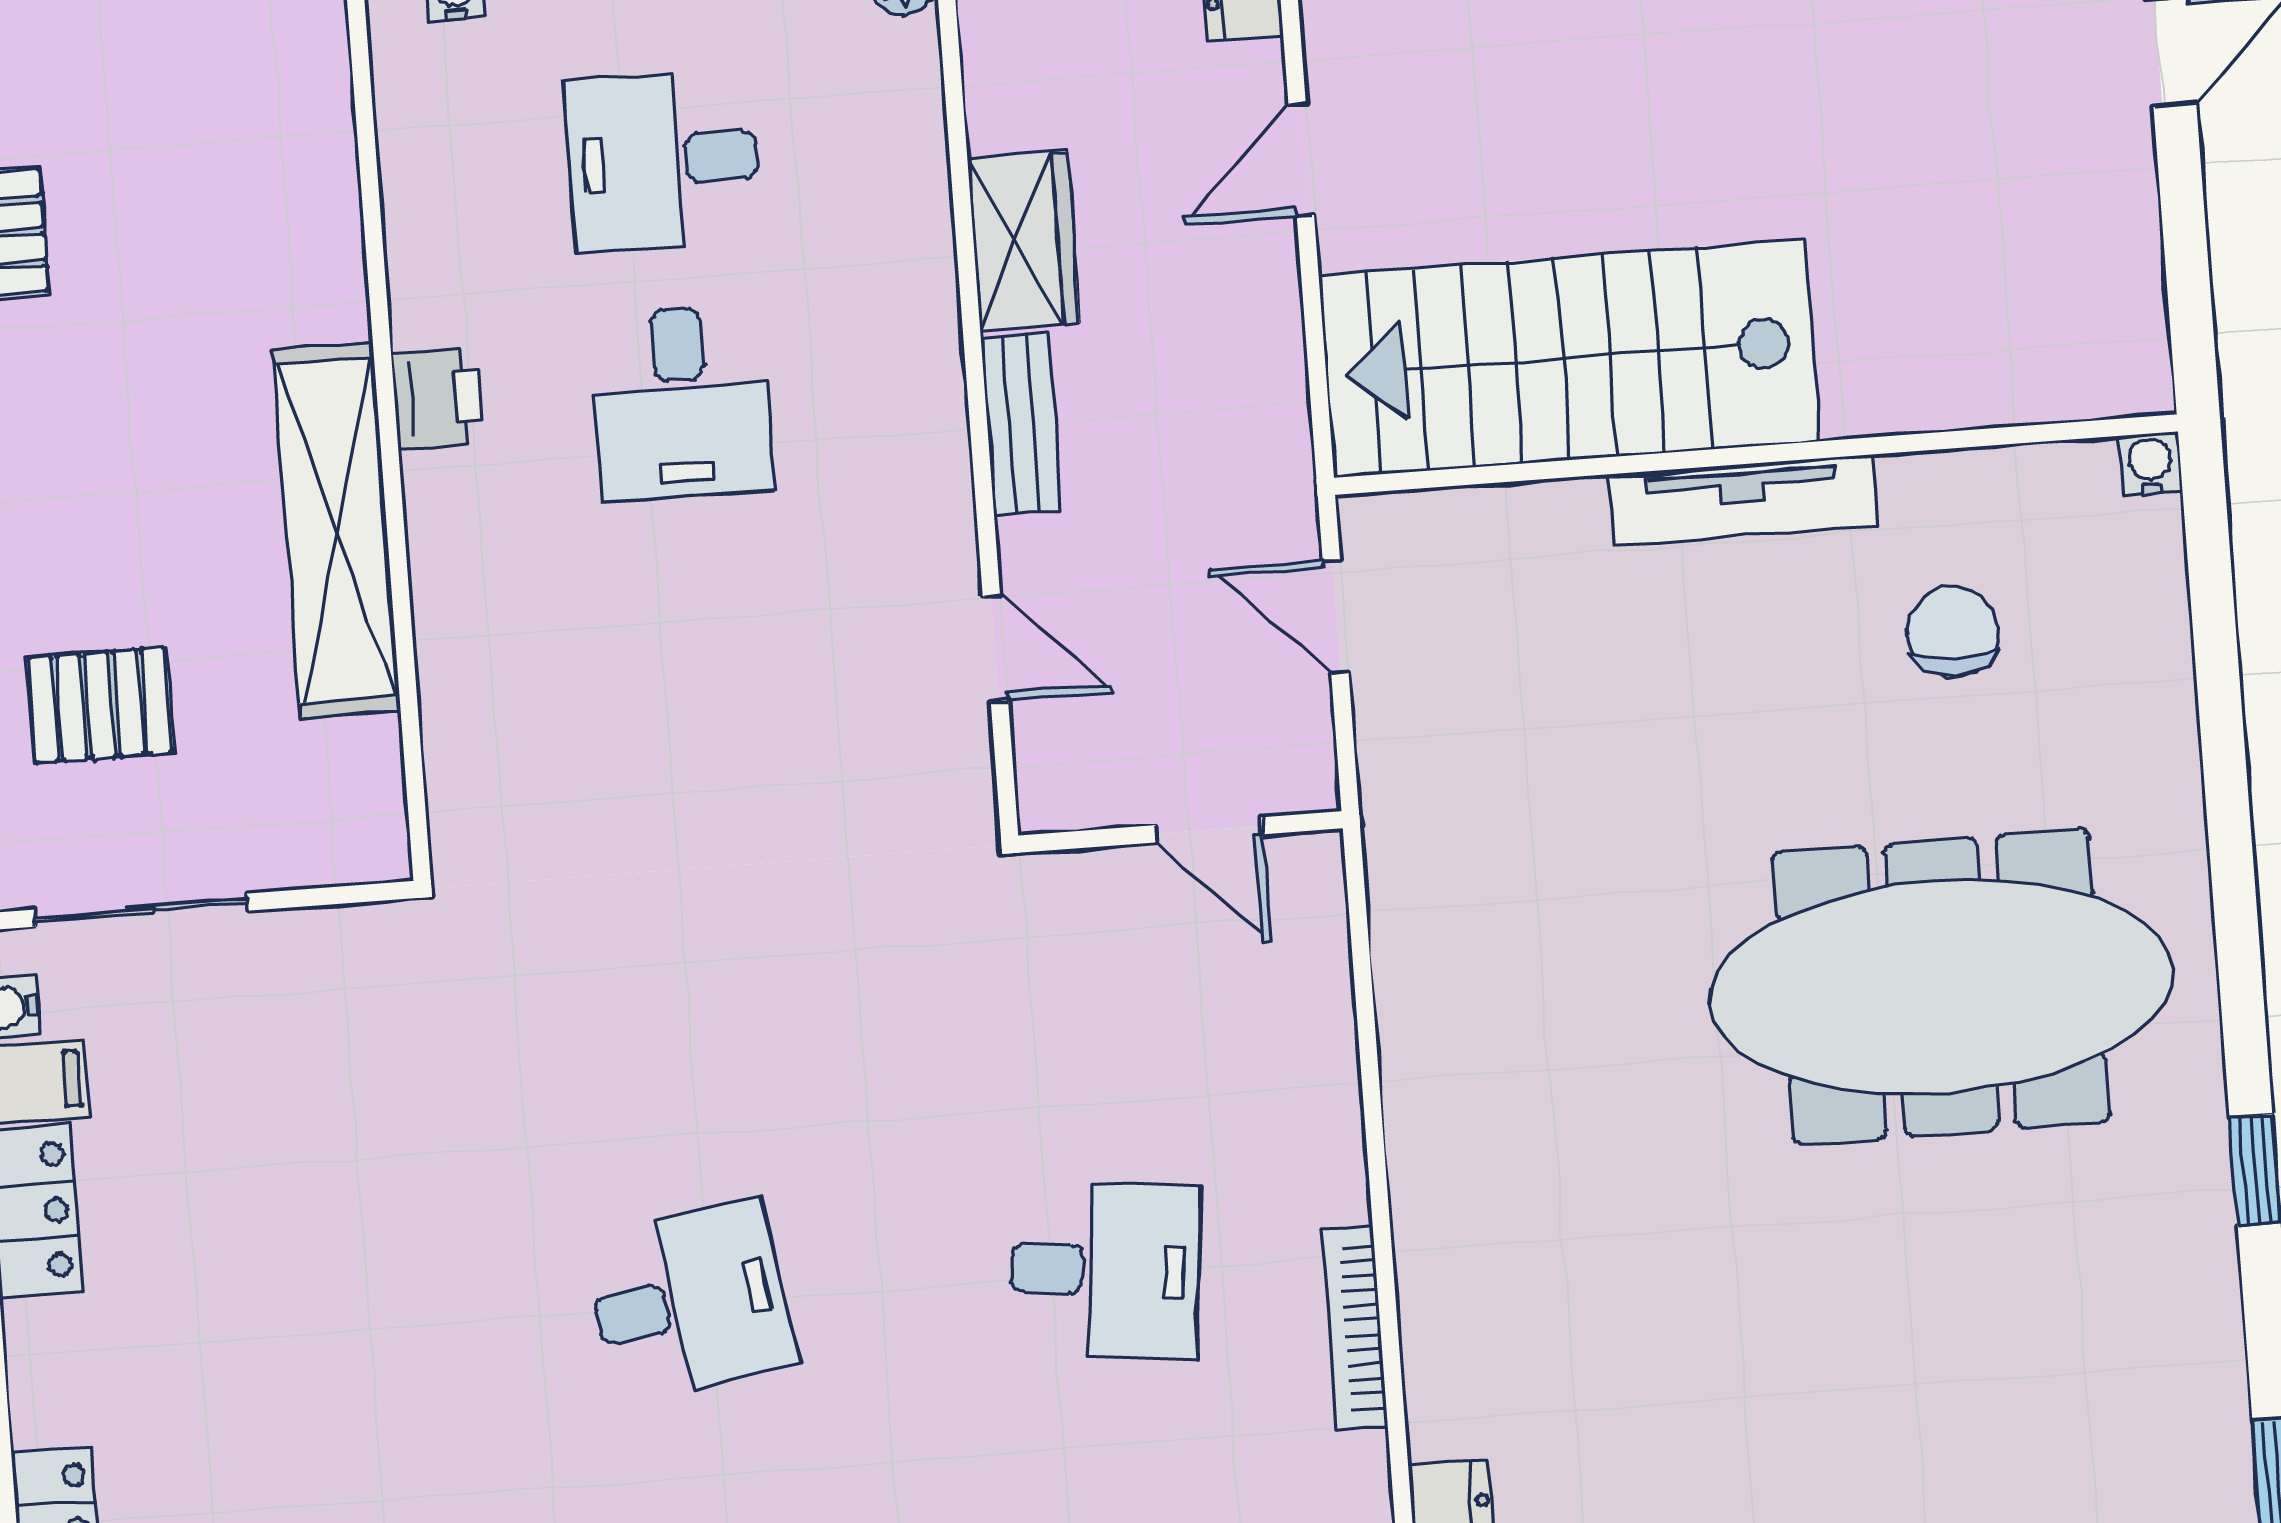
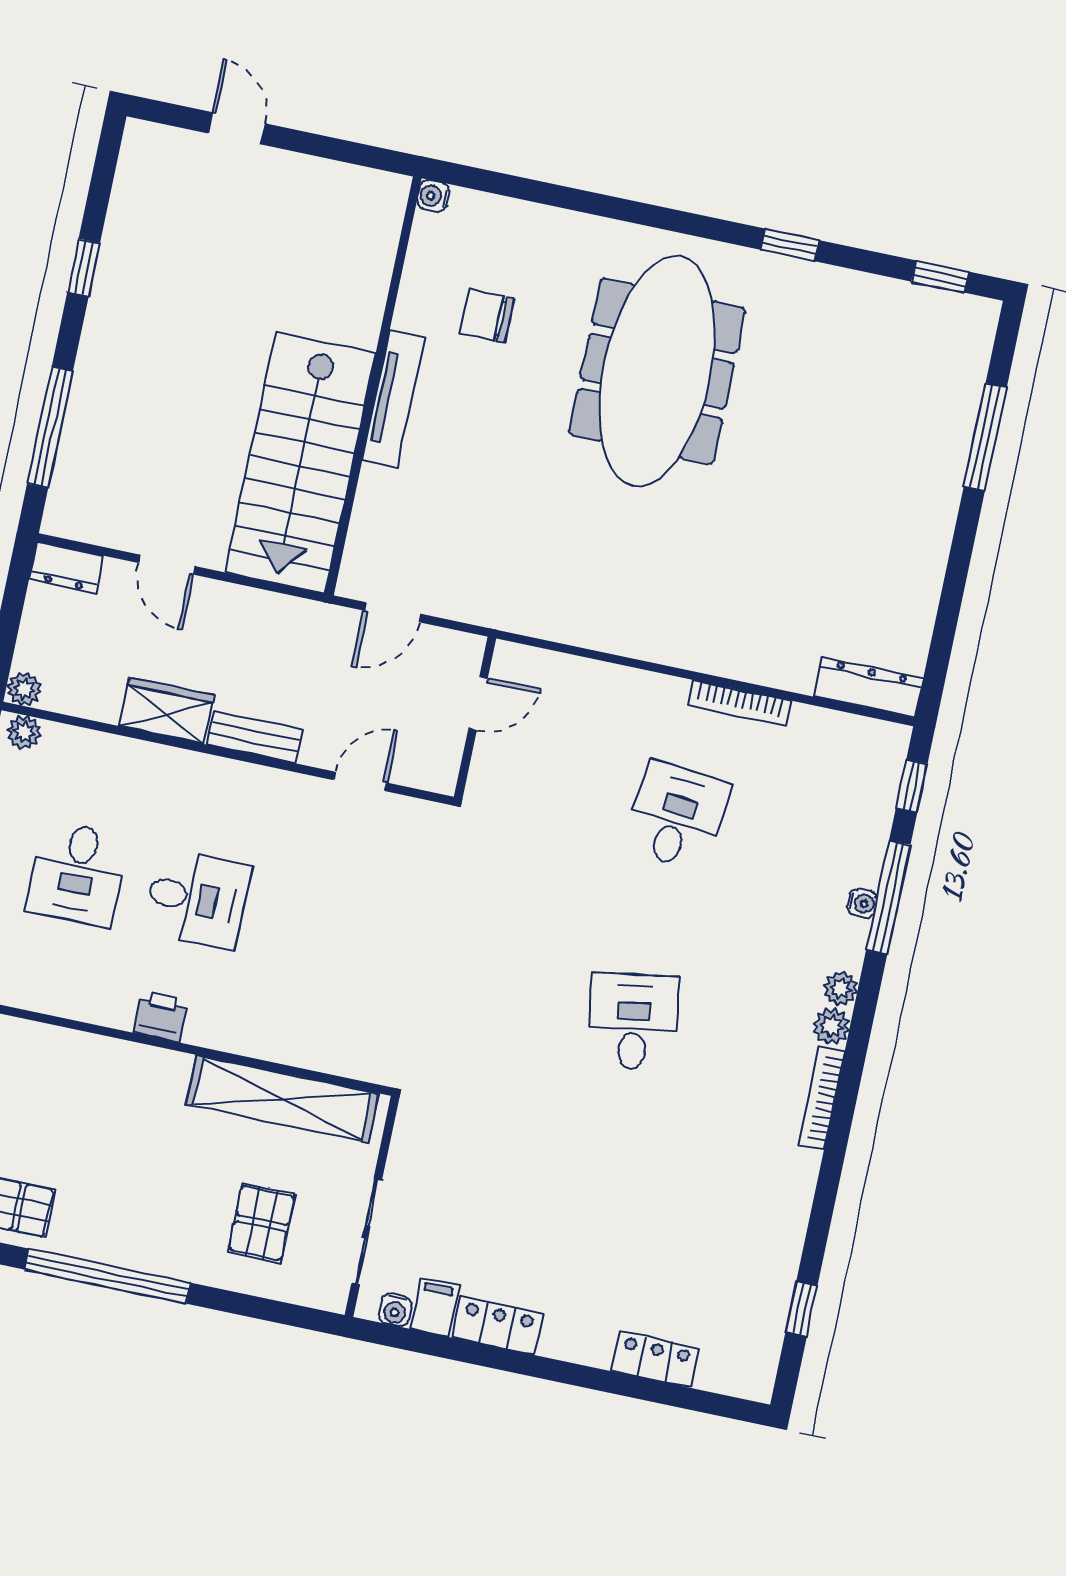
shelving: (337, 530) -> (282, 1099), moved

